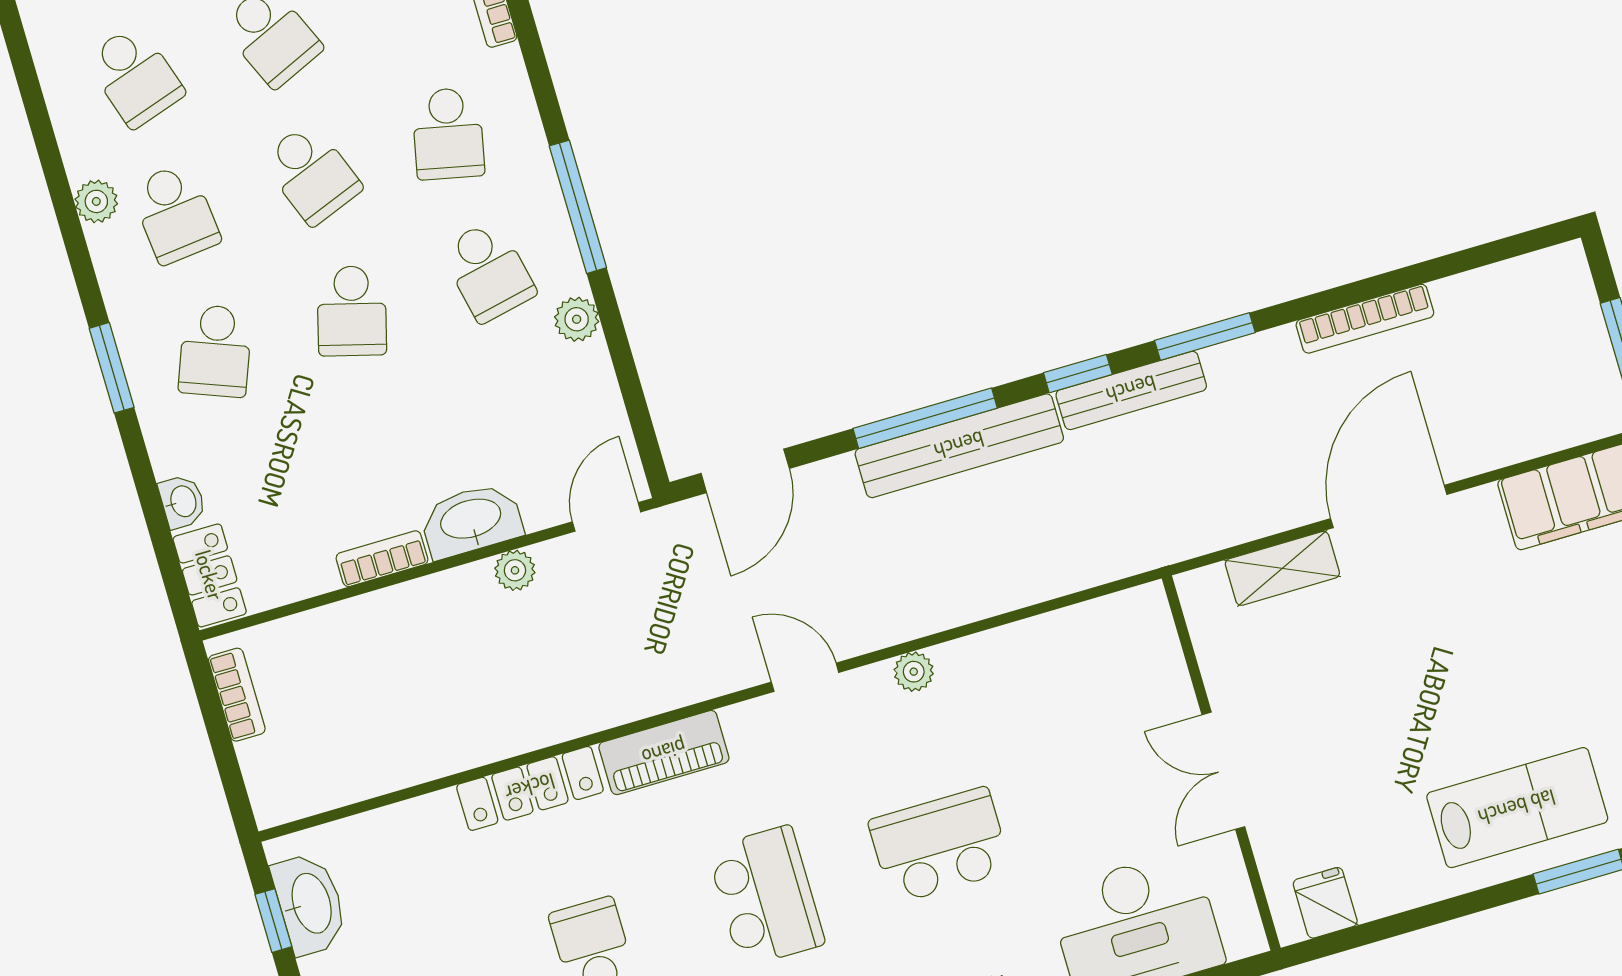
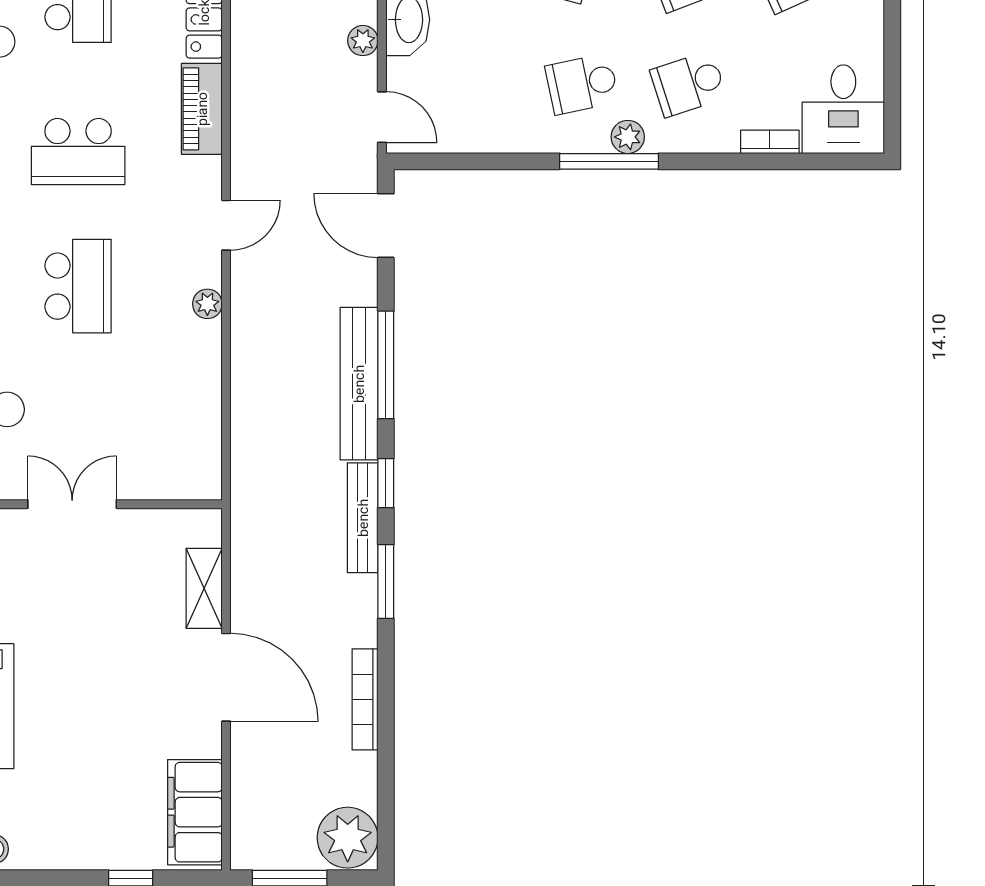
school desk: (448, 134) -> (688, 84), turned -30
plant: (1550, 289) -> (348, 838), added
plant: (577, 319) -> (628, 137), moved

